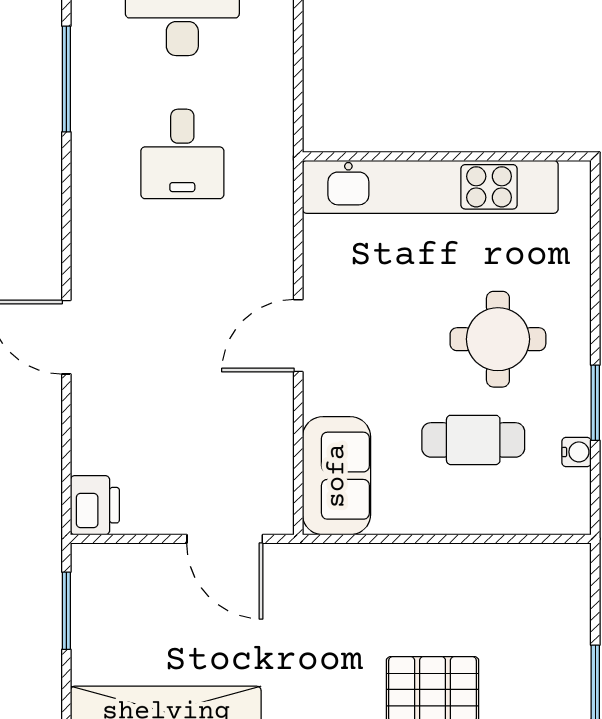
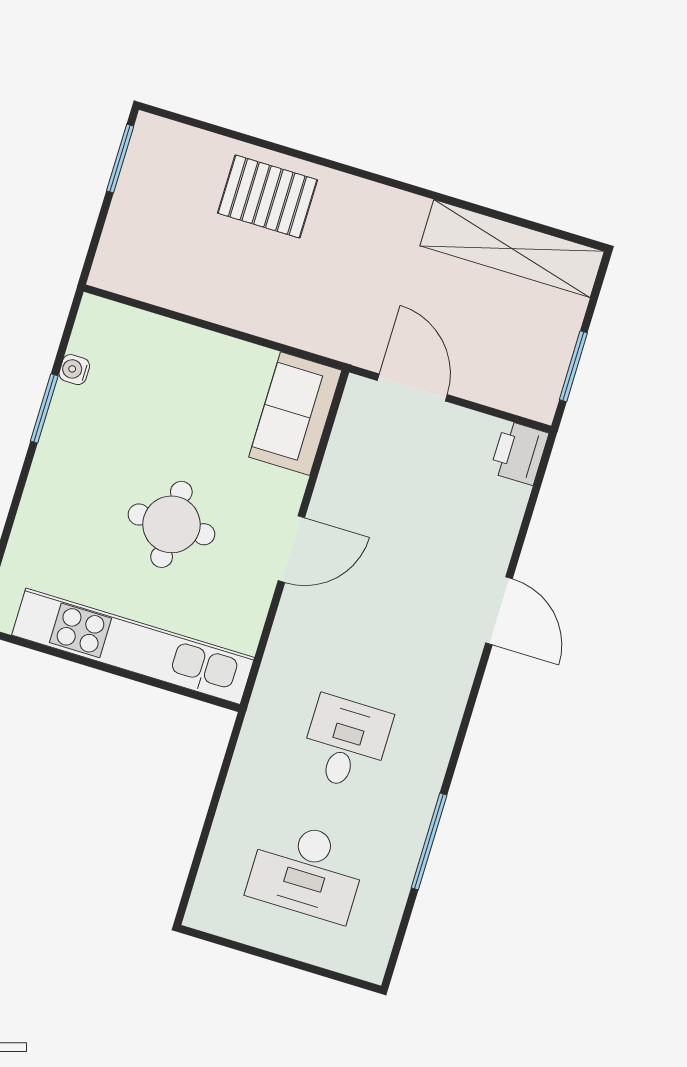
round table: (498, 339) -> (171, 524), moved
cafe table: (473, 440) -> (163, 408), removed

